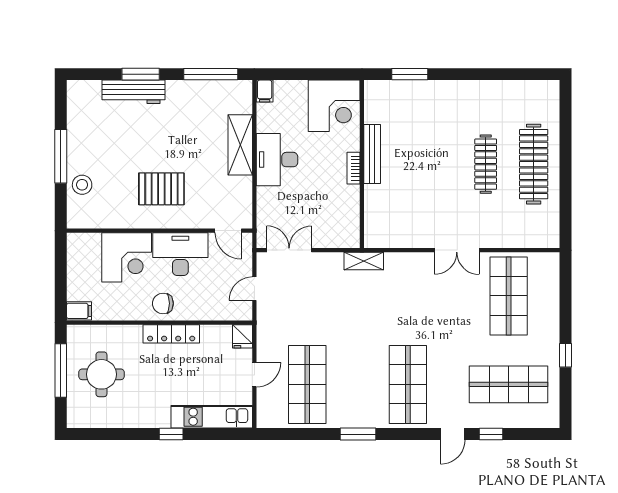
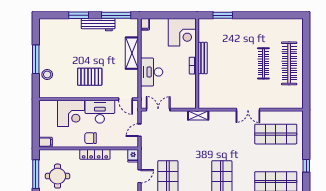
workbench: (133, 92) -> (98, 25), moved
desk: (277, 160) -> (152, 72), moved
shop shelf: (509, 296) -> (276, 134), turned 90

